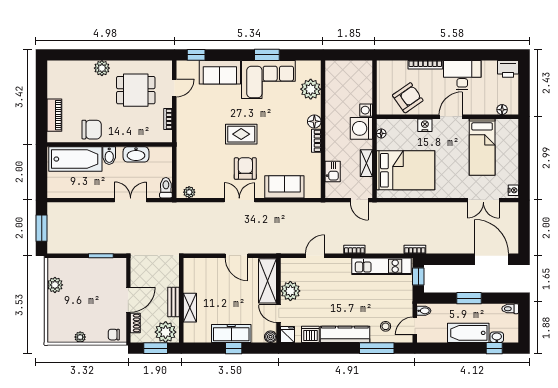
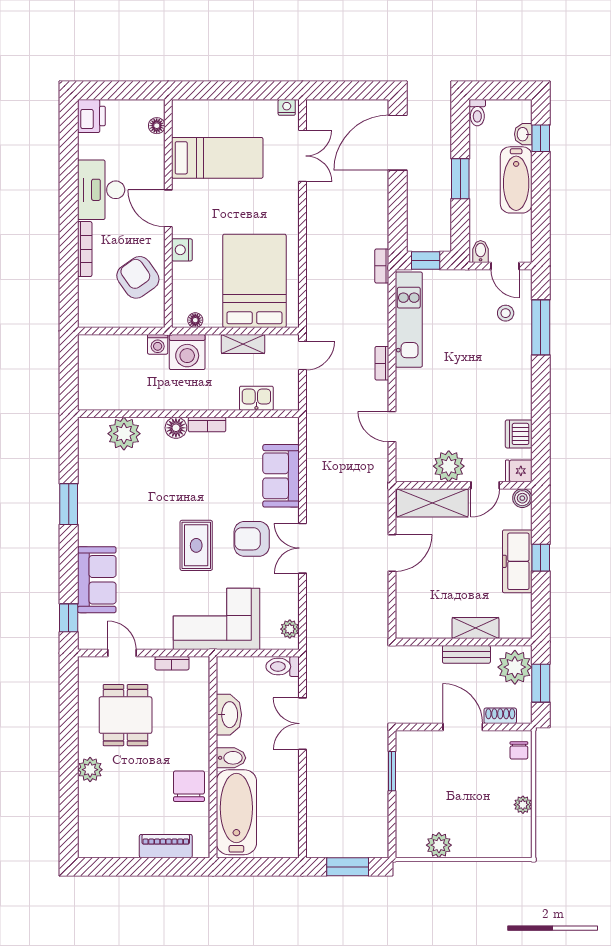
corner sofa: (268, 80) -> (217, 619), moved, turned -90
kitchen counter: (345, 334) -> (519, 379), removed

